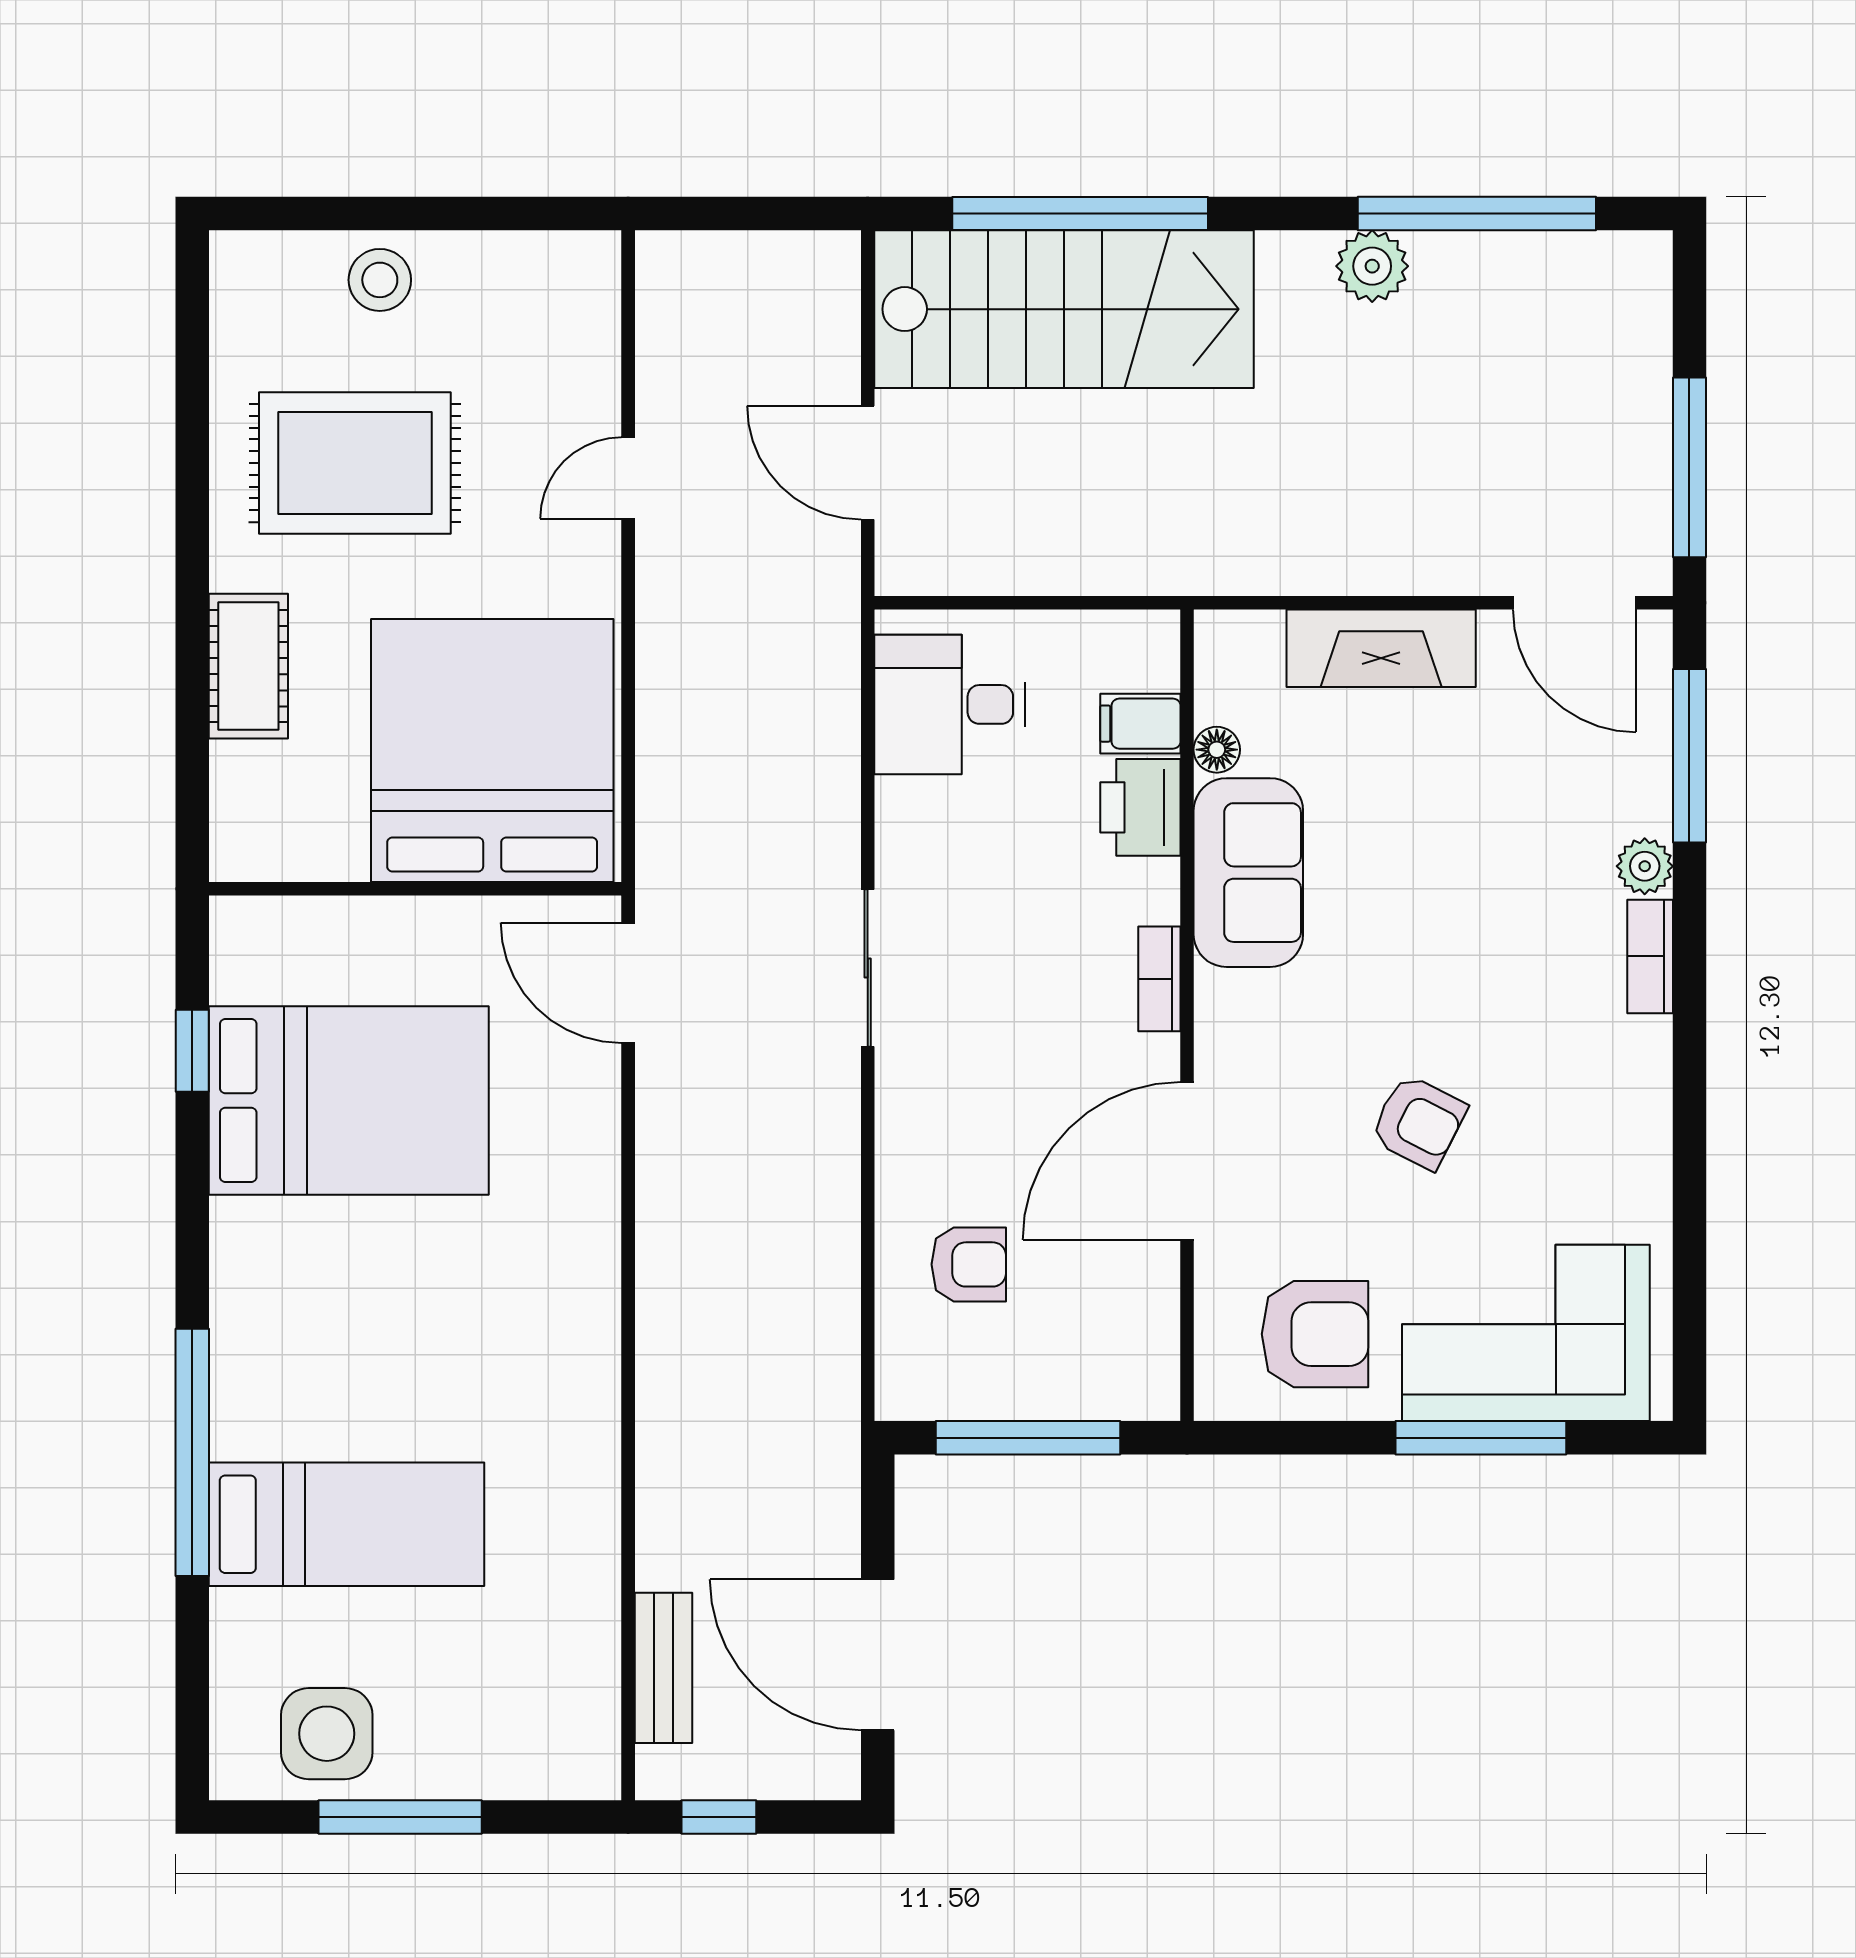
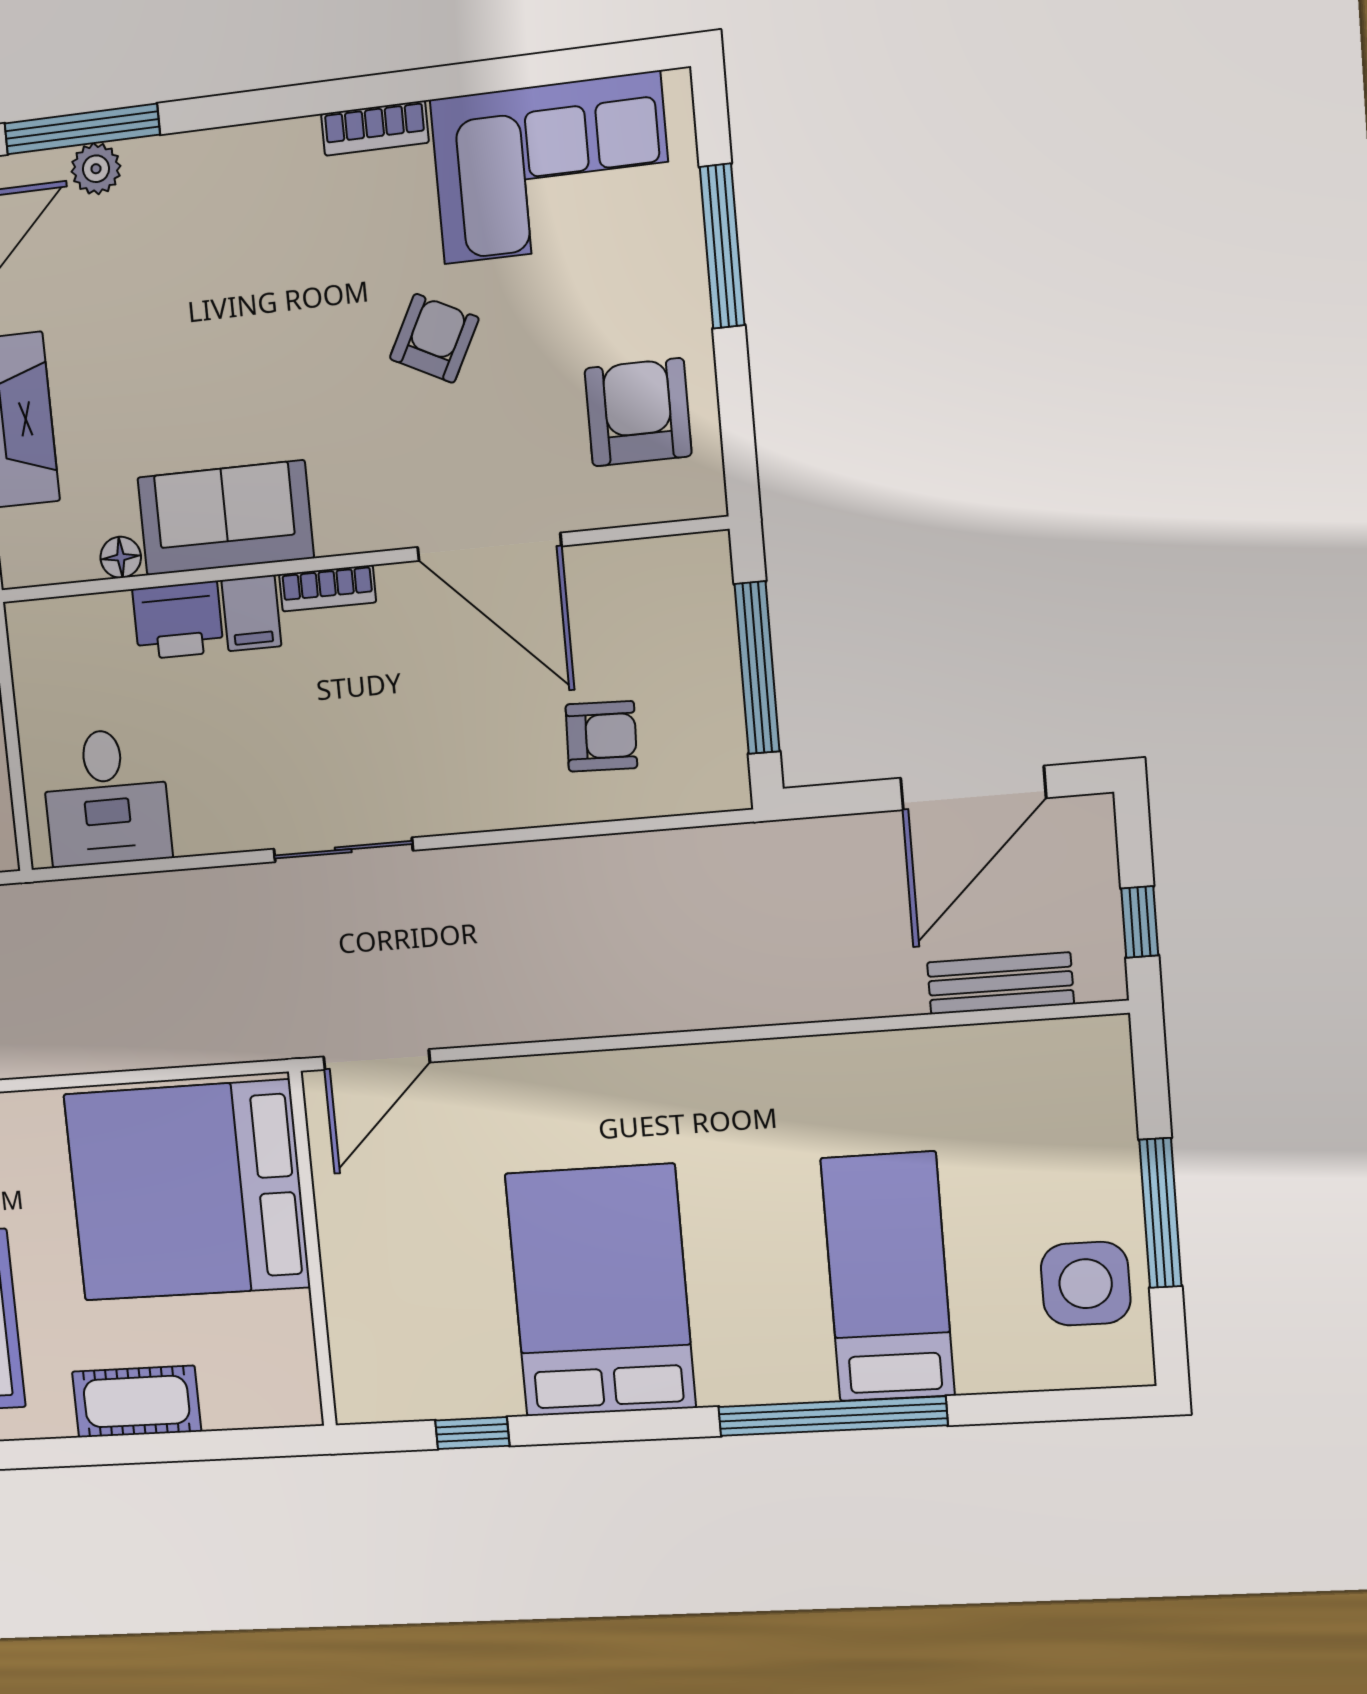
filing cabinet: (1140, 724) -> (251, 613), moved
plant: (1645, 866) -> (96, 169), moved
bookcase: (1650, 956) -> (375, 128), moved
bed: (349, 1101) -> (600, 1291), moved
armchair: (969, 1264) -> (601, 736), turned 92
corner sofa: (1526, 1333) -> (552, 168), moved, turned -90

